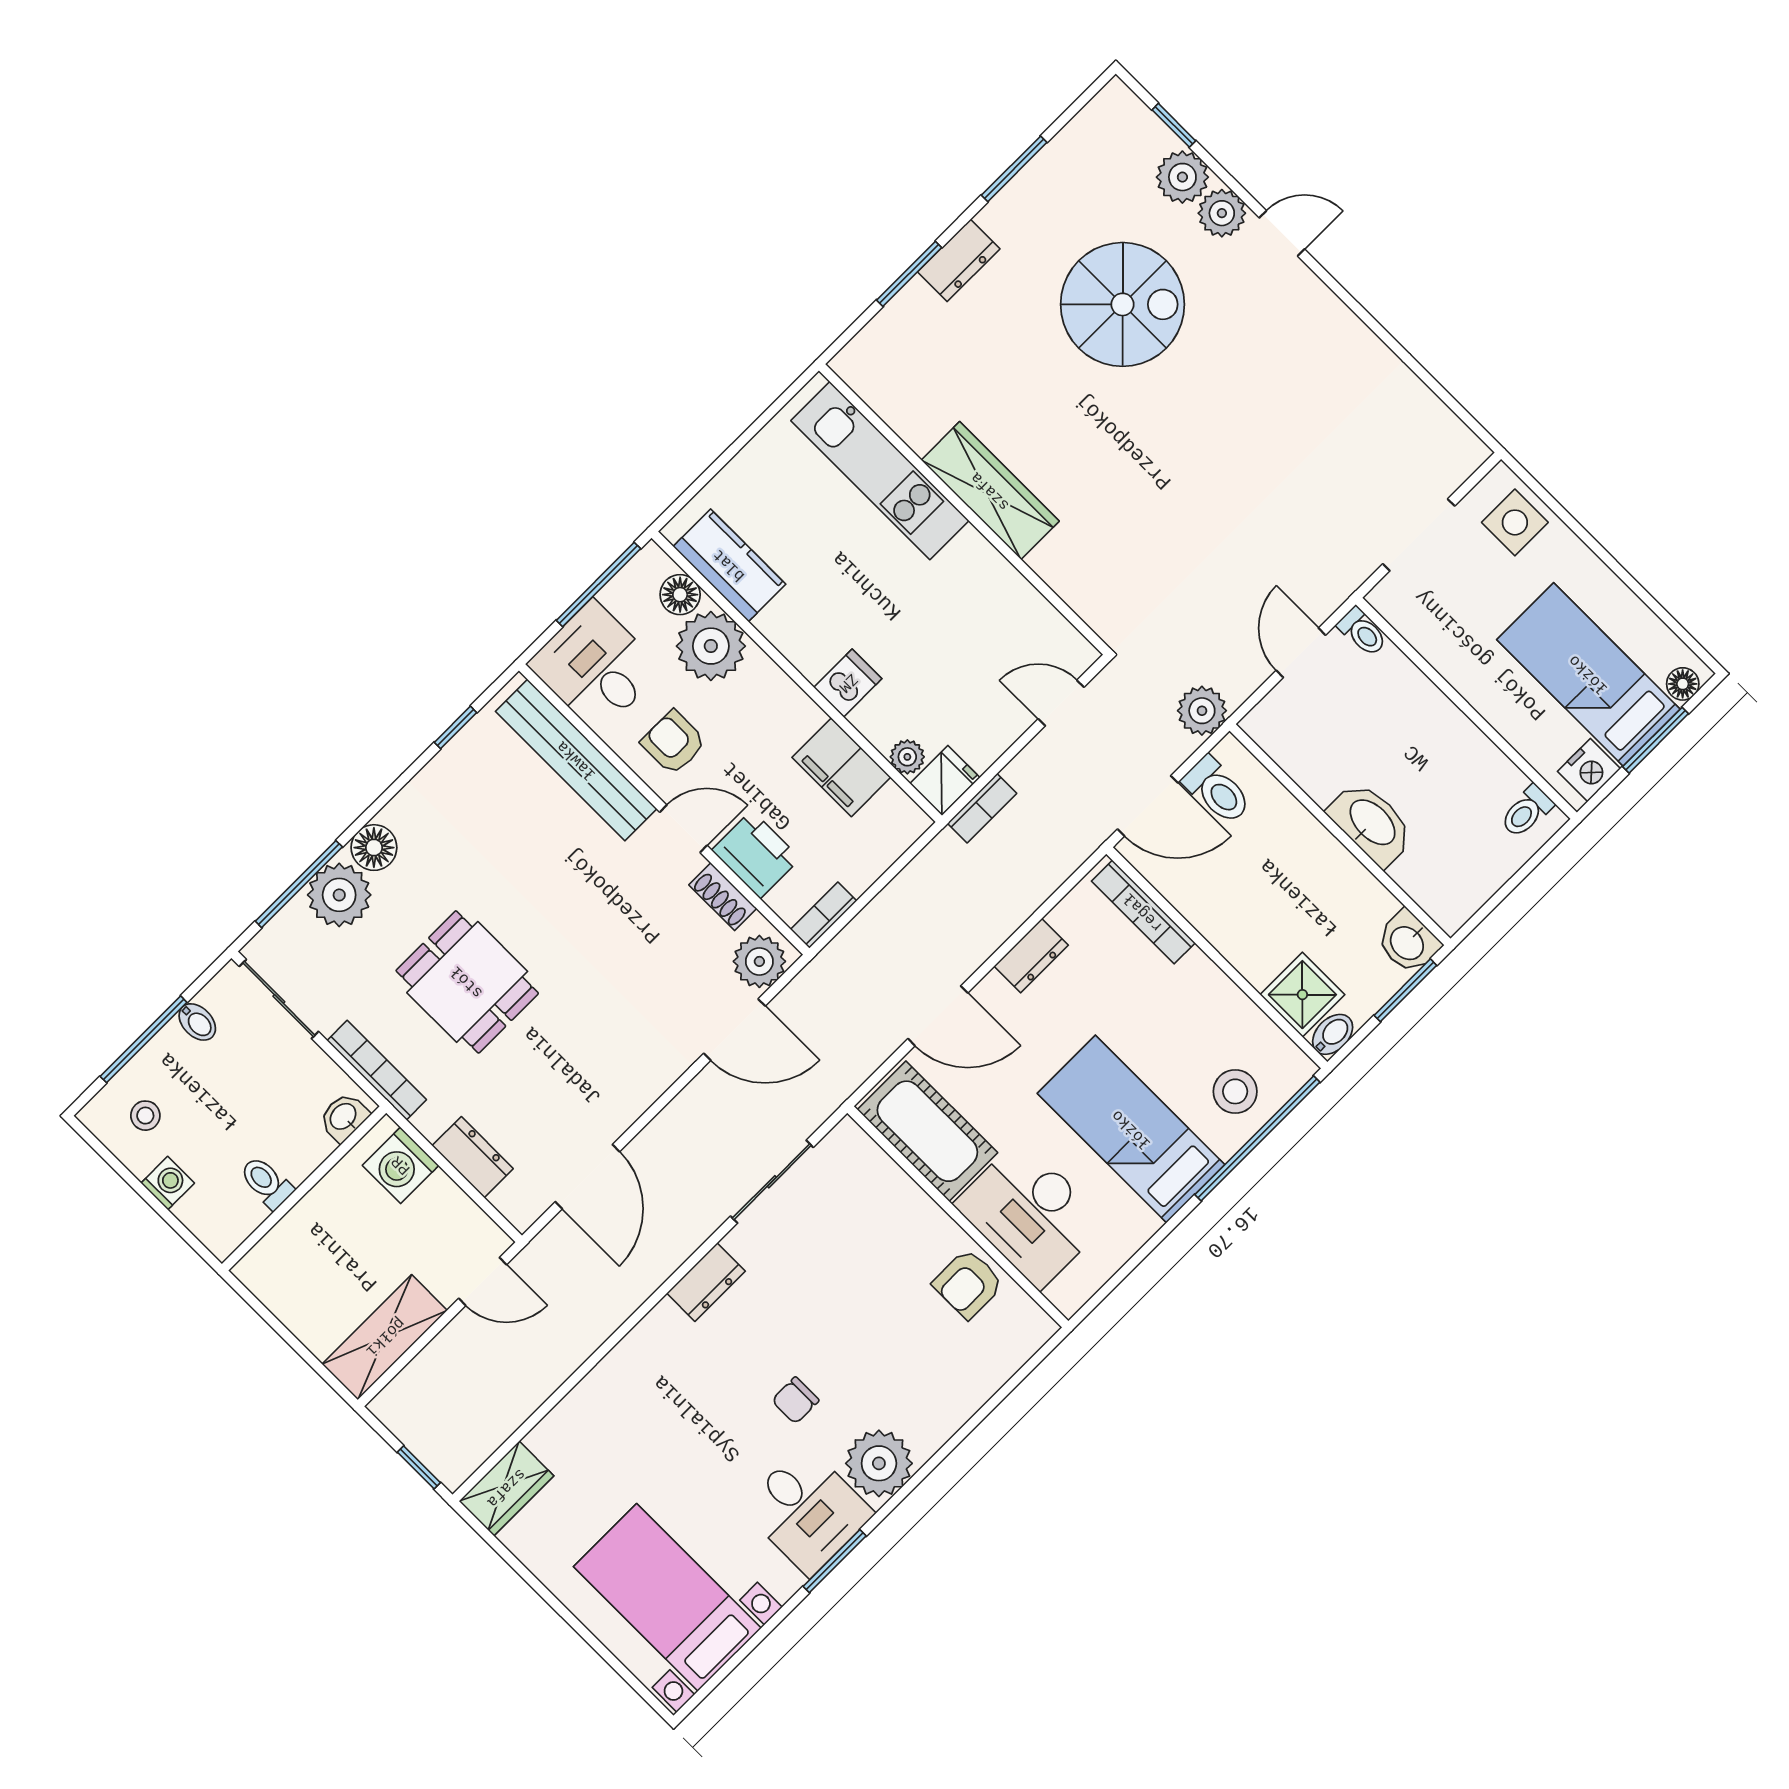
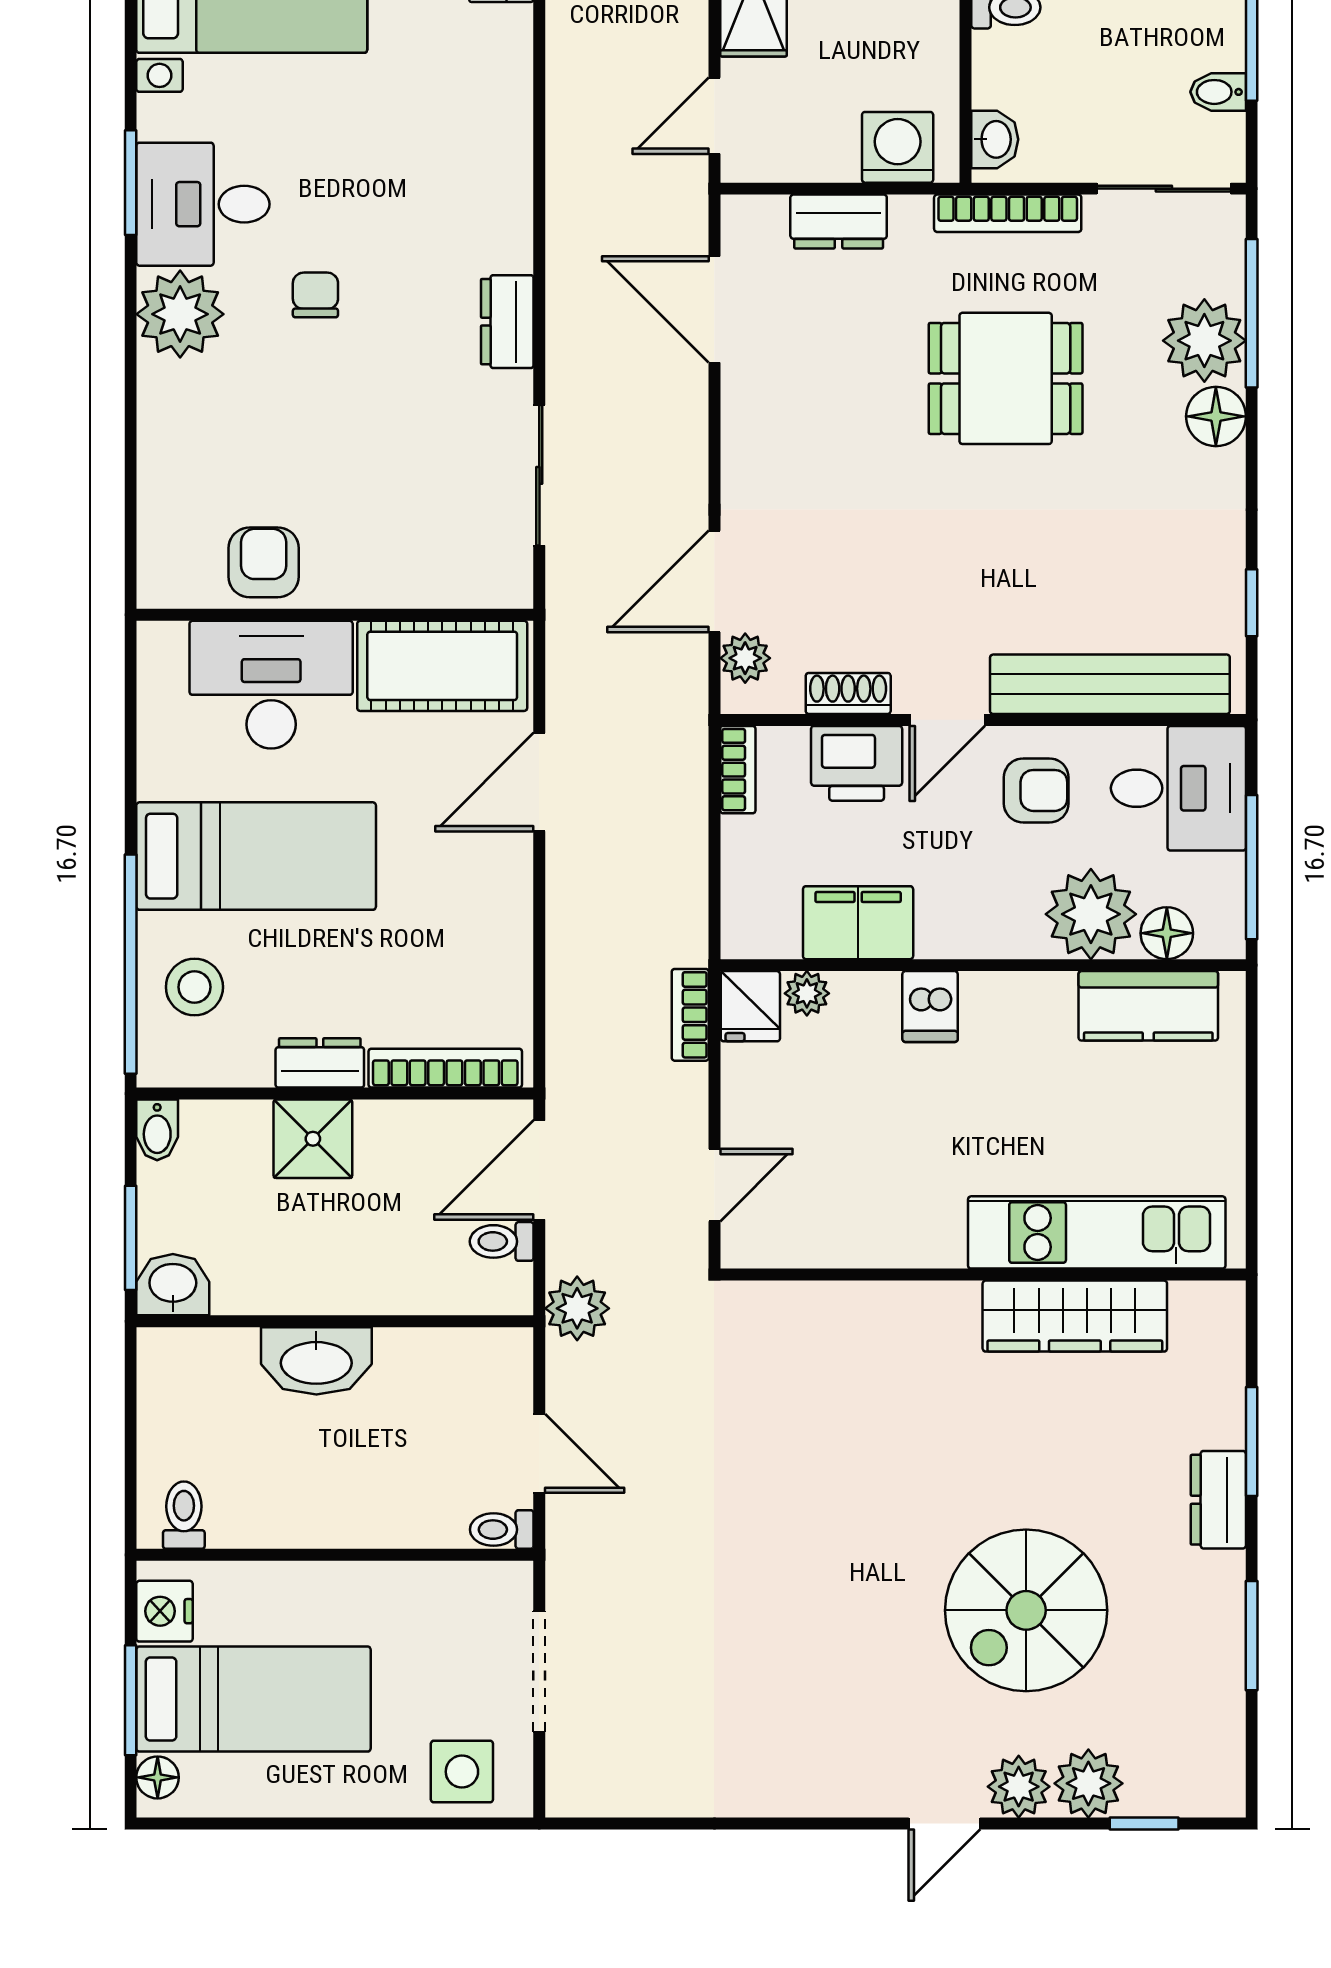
wardrobe: (990, 491) -> (1075, 1316), moved
toilet: (1217, 790) -> (502, 1241), width x0.73, depth x0.72
dresser: (1031, 956) -> (320, 1063), moved, turned 90
plant: (759, 961) -> (745, 658), width x0.73, depth x0.73
shower: (1302, 995) -> (313, 1139), moved

